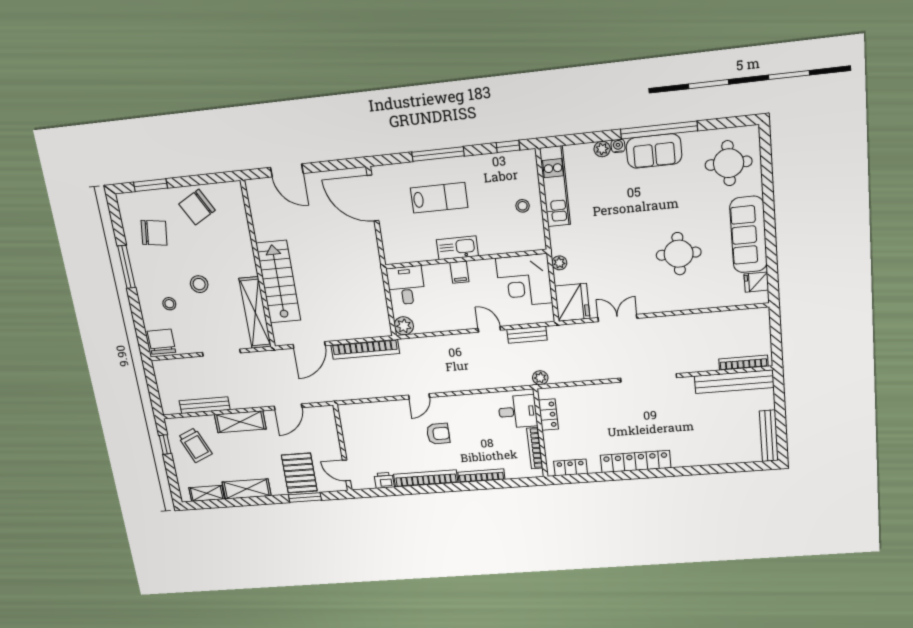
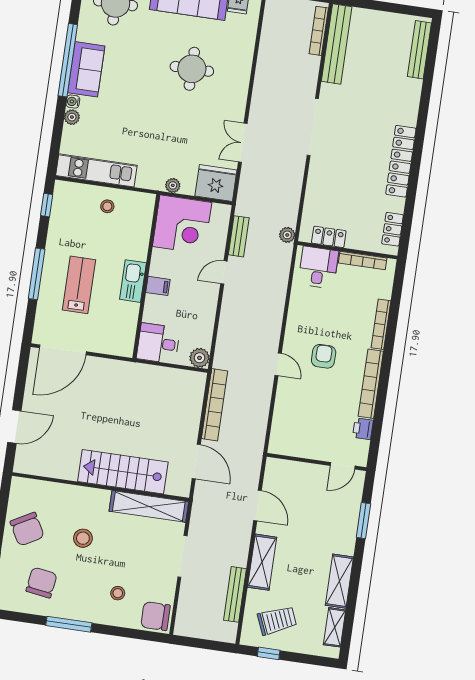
stool: (199, 284) -> (83, 538), moved
bench: (769, 436) -> (419, 50), moved, turned 90
pallet: (299, 473) -> (334, 518), removed

